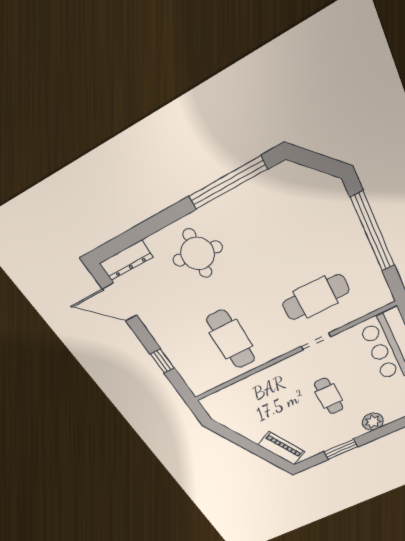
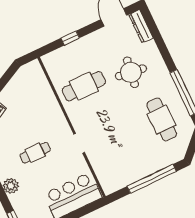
round table: (198, 254) -> (131, 72), moved
cafe table: (316, 297) -> (162, 119), moved

